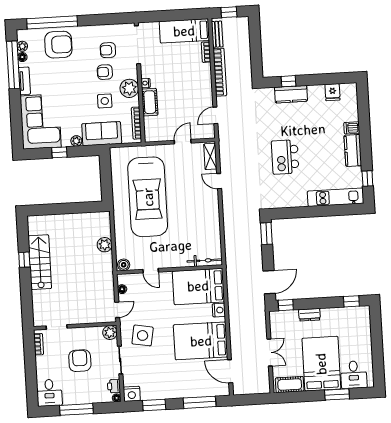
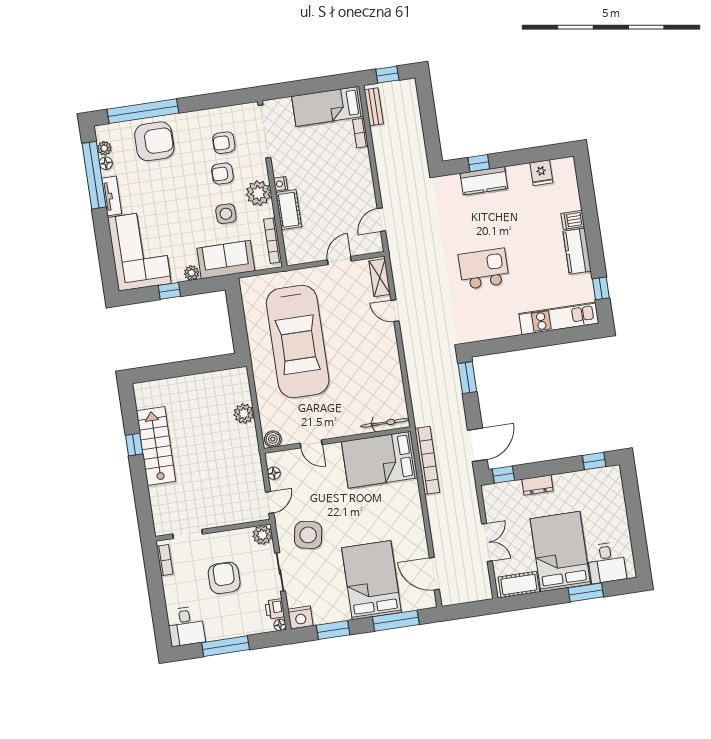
bookcase: (220, 72) -> (427, 460), moved
kitchen island: (285, 157) -> (484, 269), turned 90
nightstand: (219, 310) -> (411, 490), removed
bed: (201, 341) -> (371, 580), moved, turned 90

